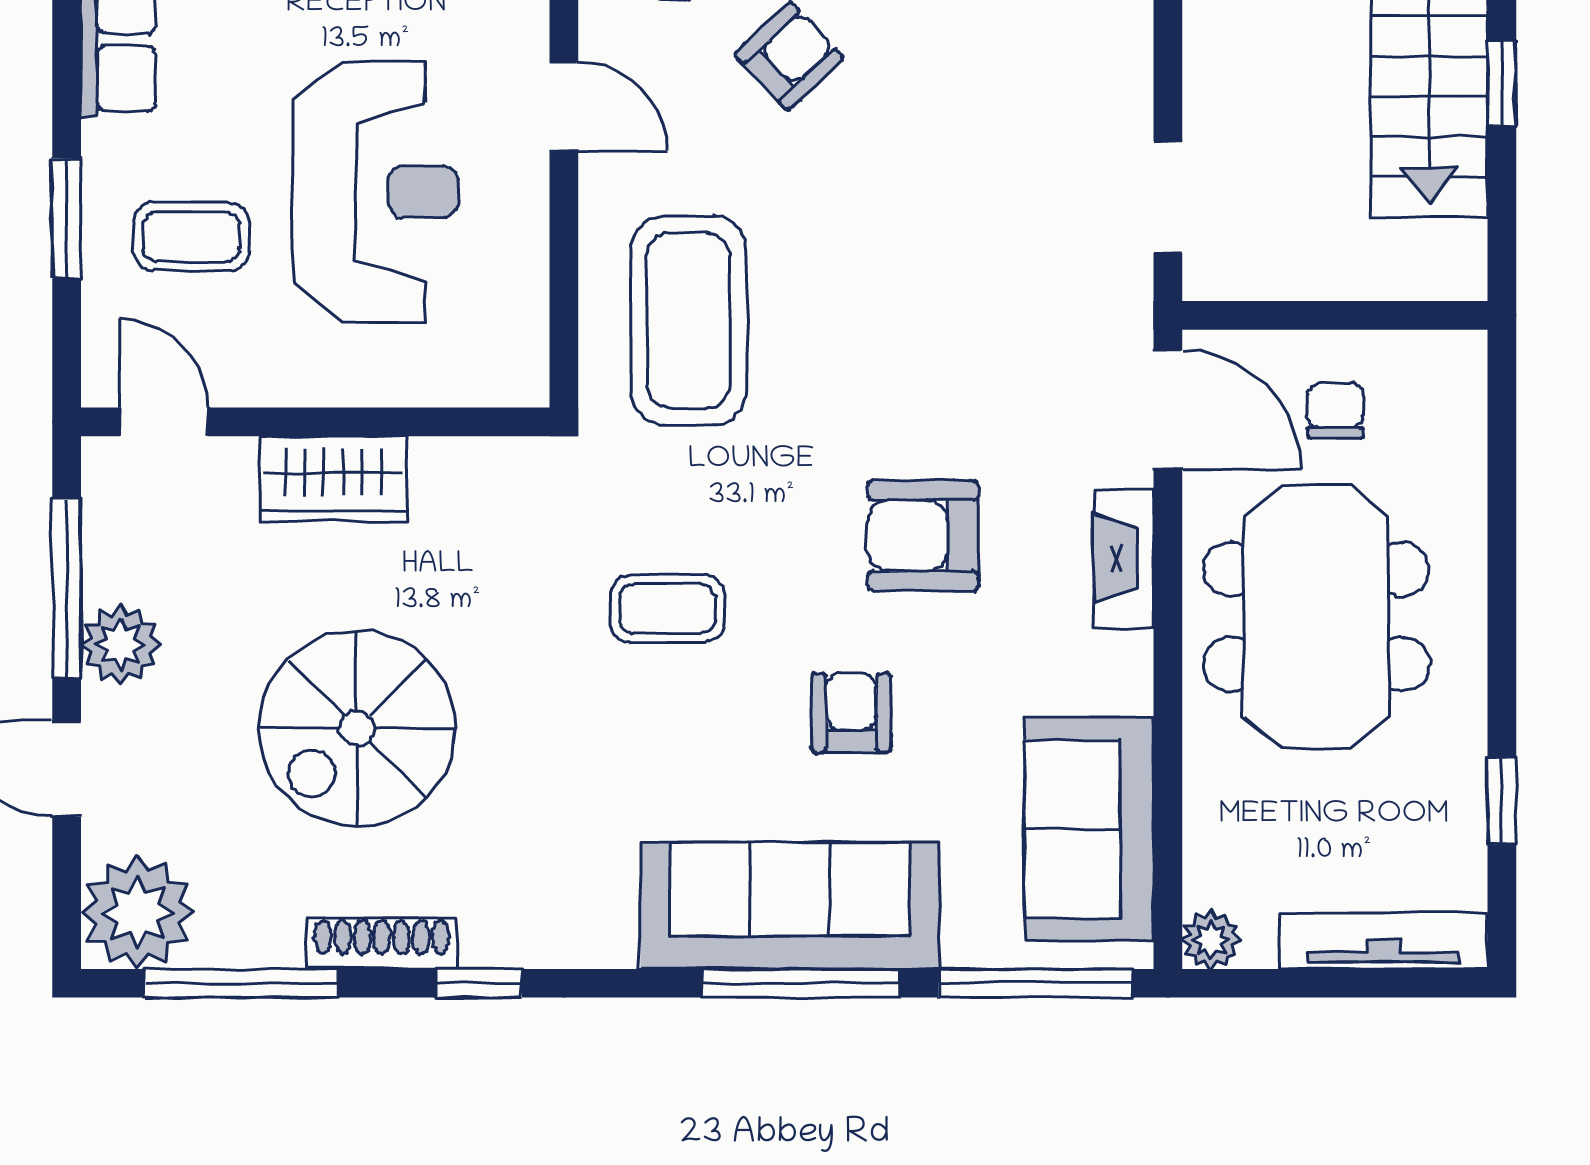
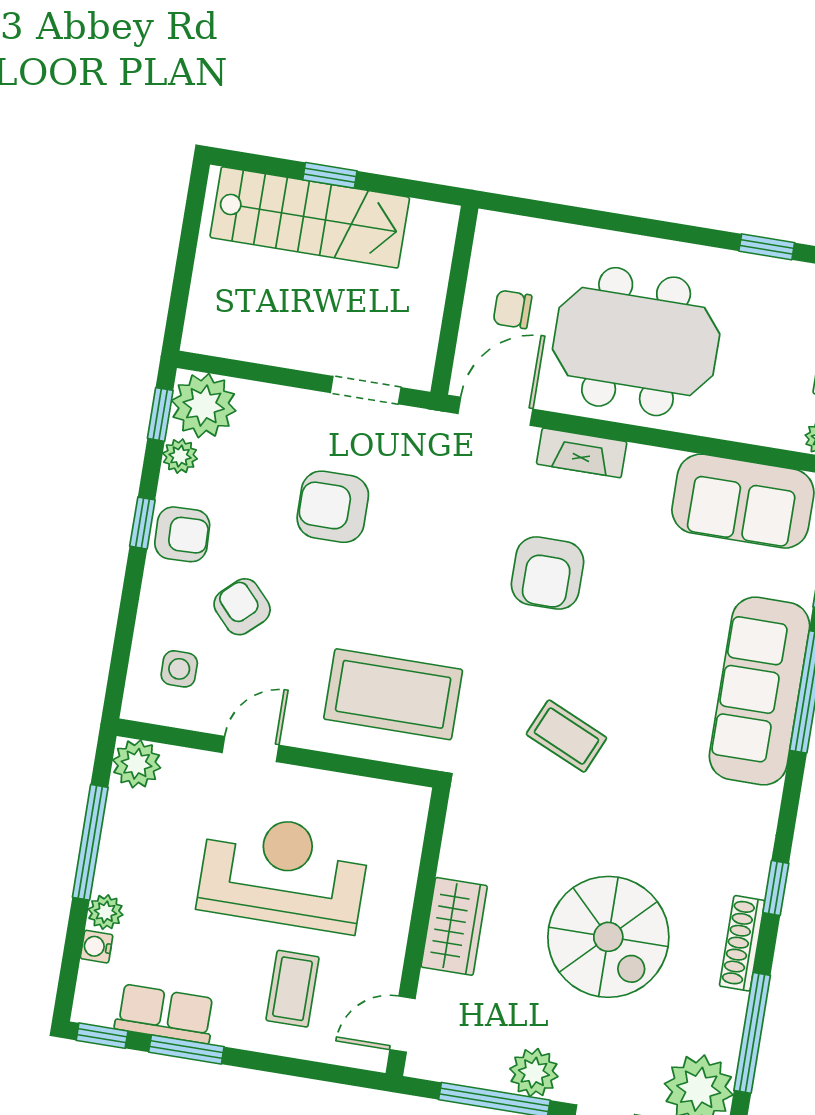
window: (67, 219) -> (186, 1049), moved
coffee table: (667, 609) -> (566, 736), turned -66
armchair: (851, 713) -> (333, 507), moved, width x1.38, depth x1.38

